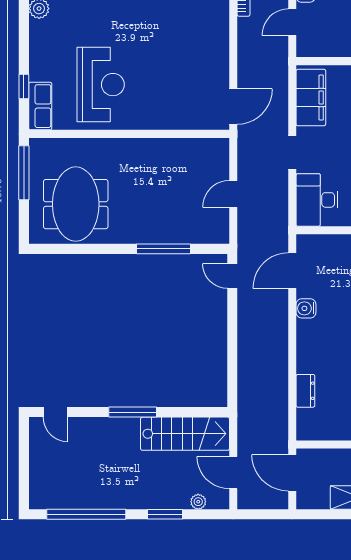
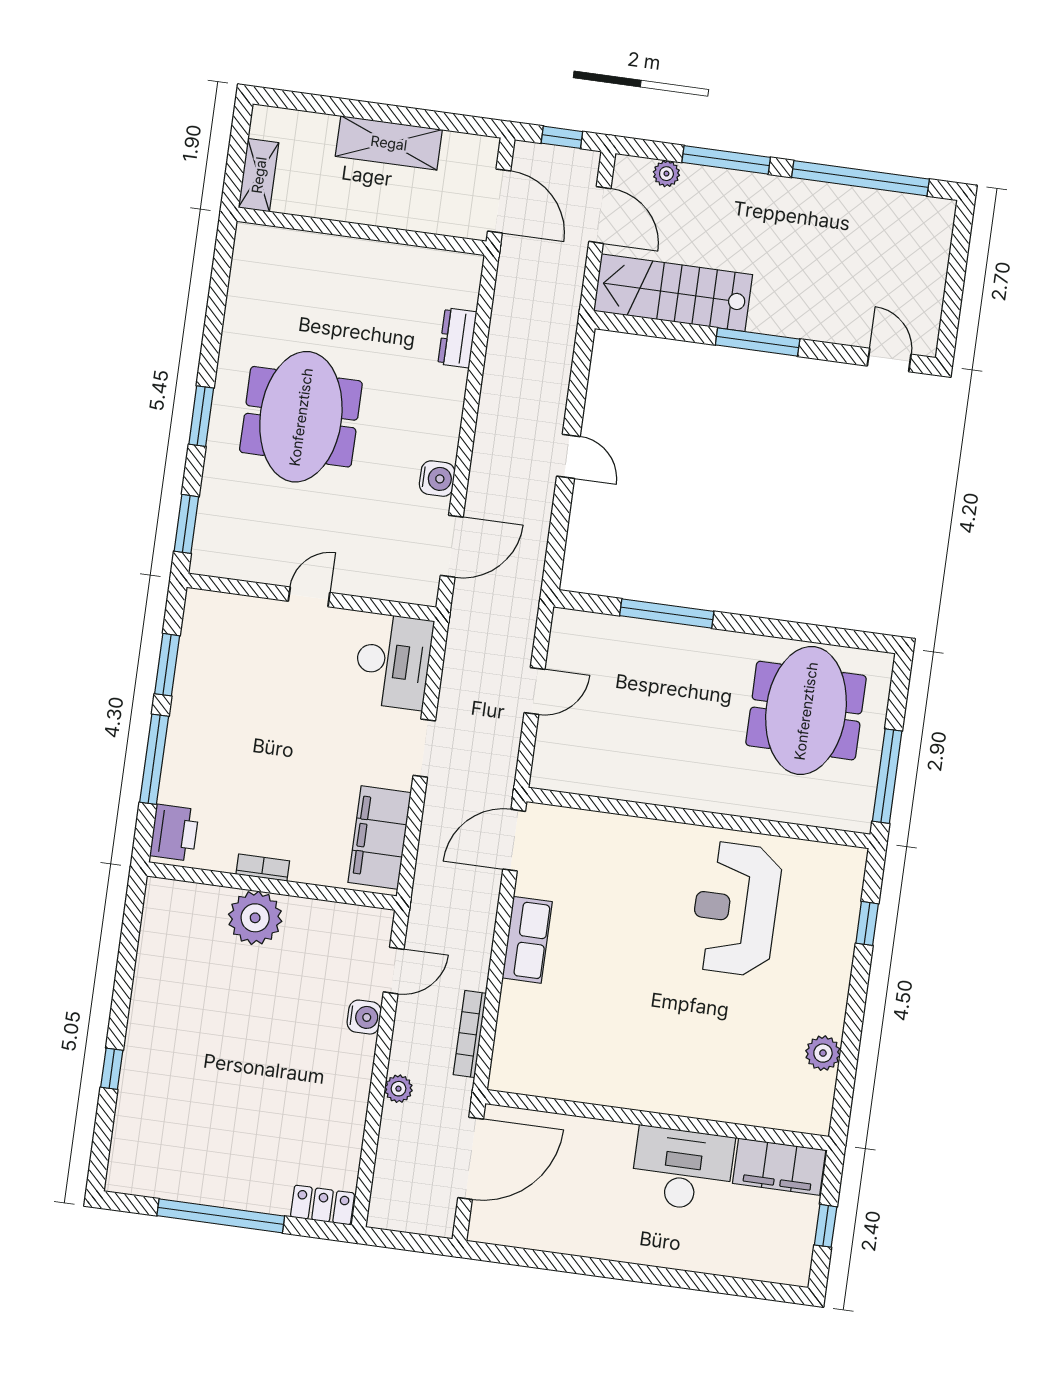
row of seats: (40, 106) -> (527, 940), moved, turned 180
door: (232, 276) -> (568, 456), moved
window: (165, 514) -> (726, 160), width x1.44
window: (261, 514) -> (562, 137), added

